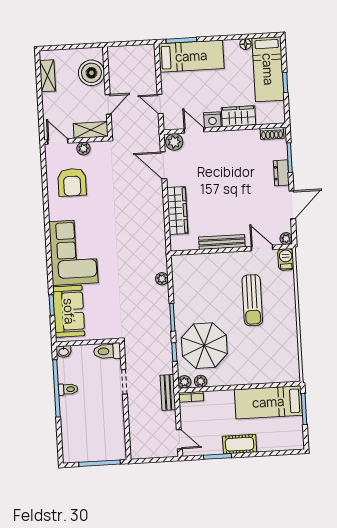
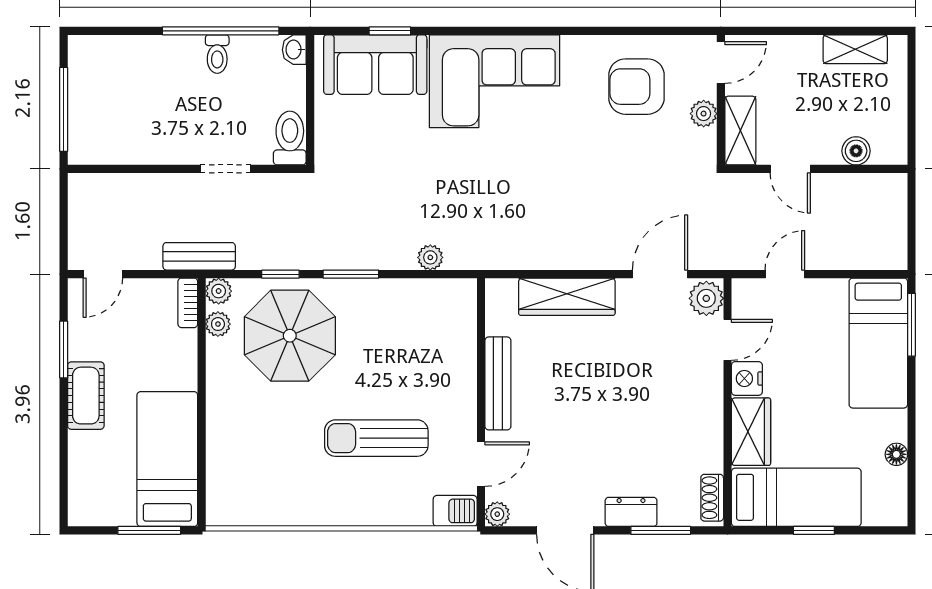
bed: (268, 69) -> (796, 497), moved, turned 180
boiler: (91, 73) -> (856, 151), width x0.54, depth x0.54

